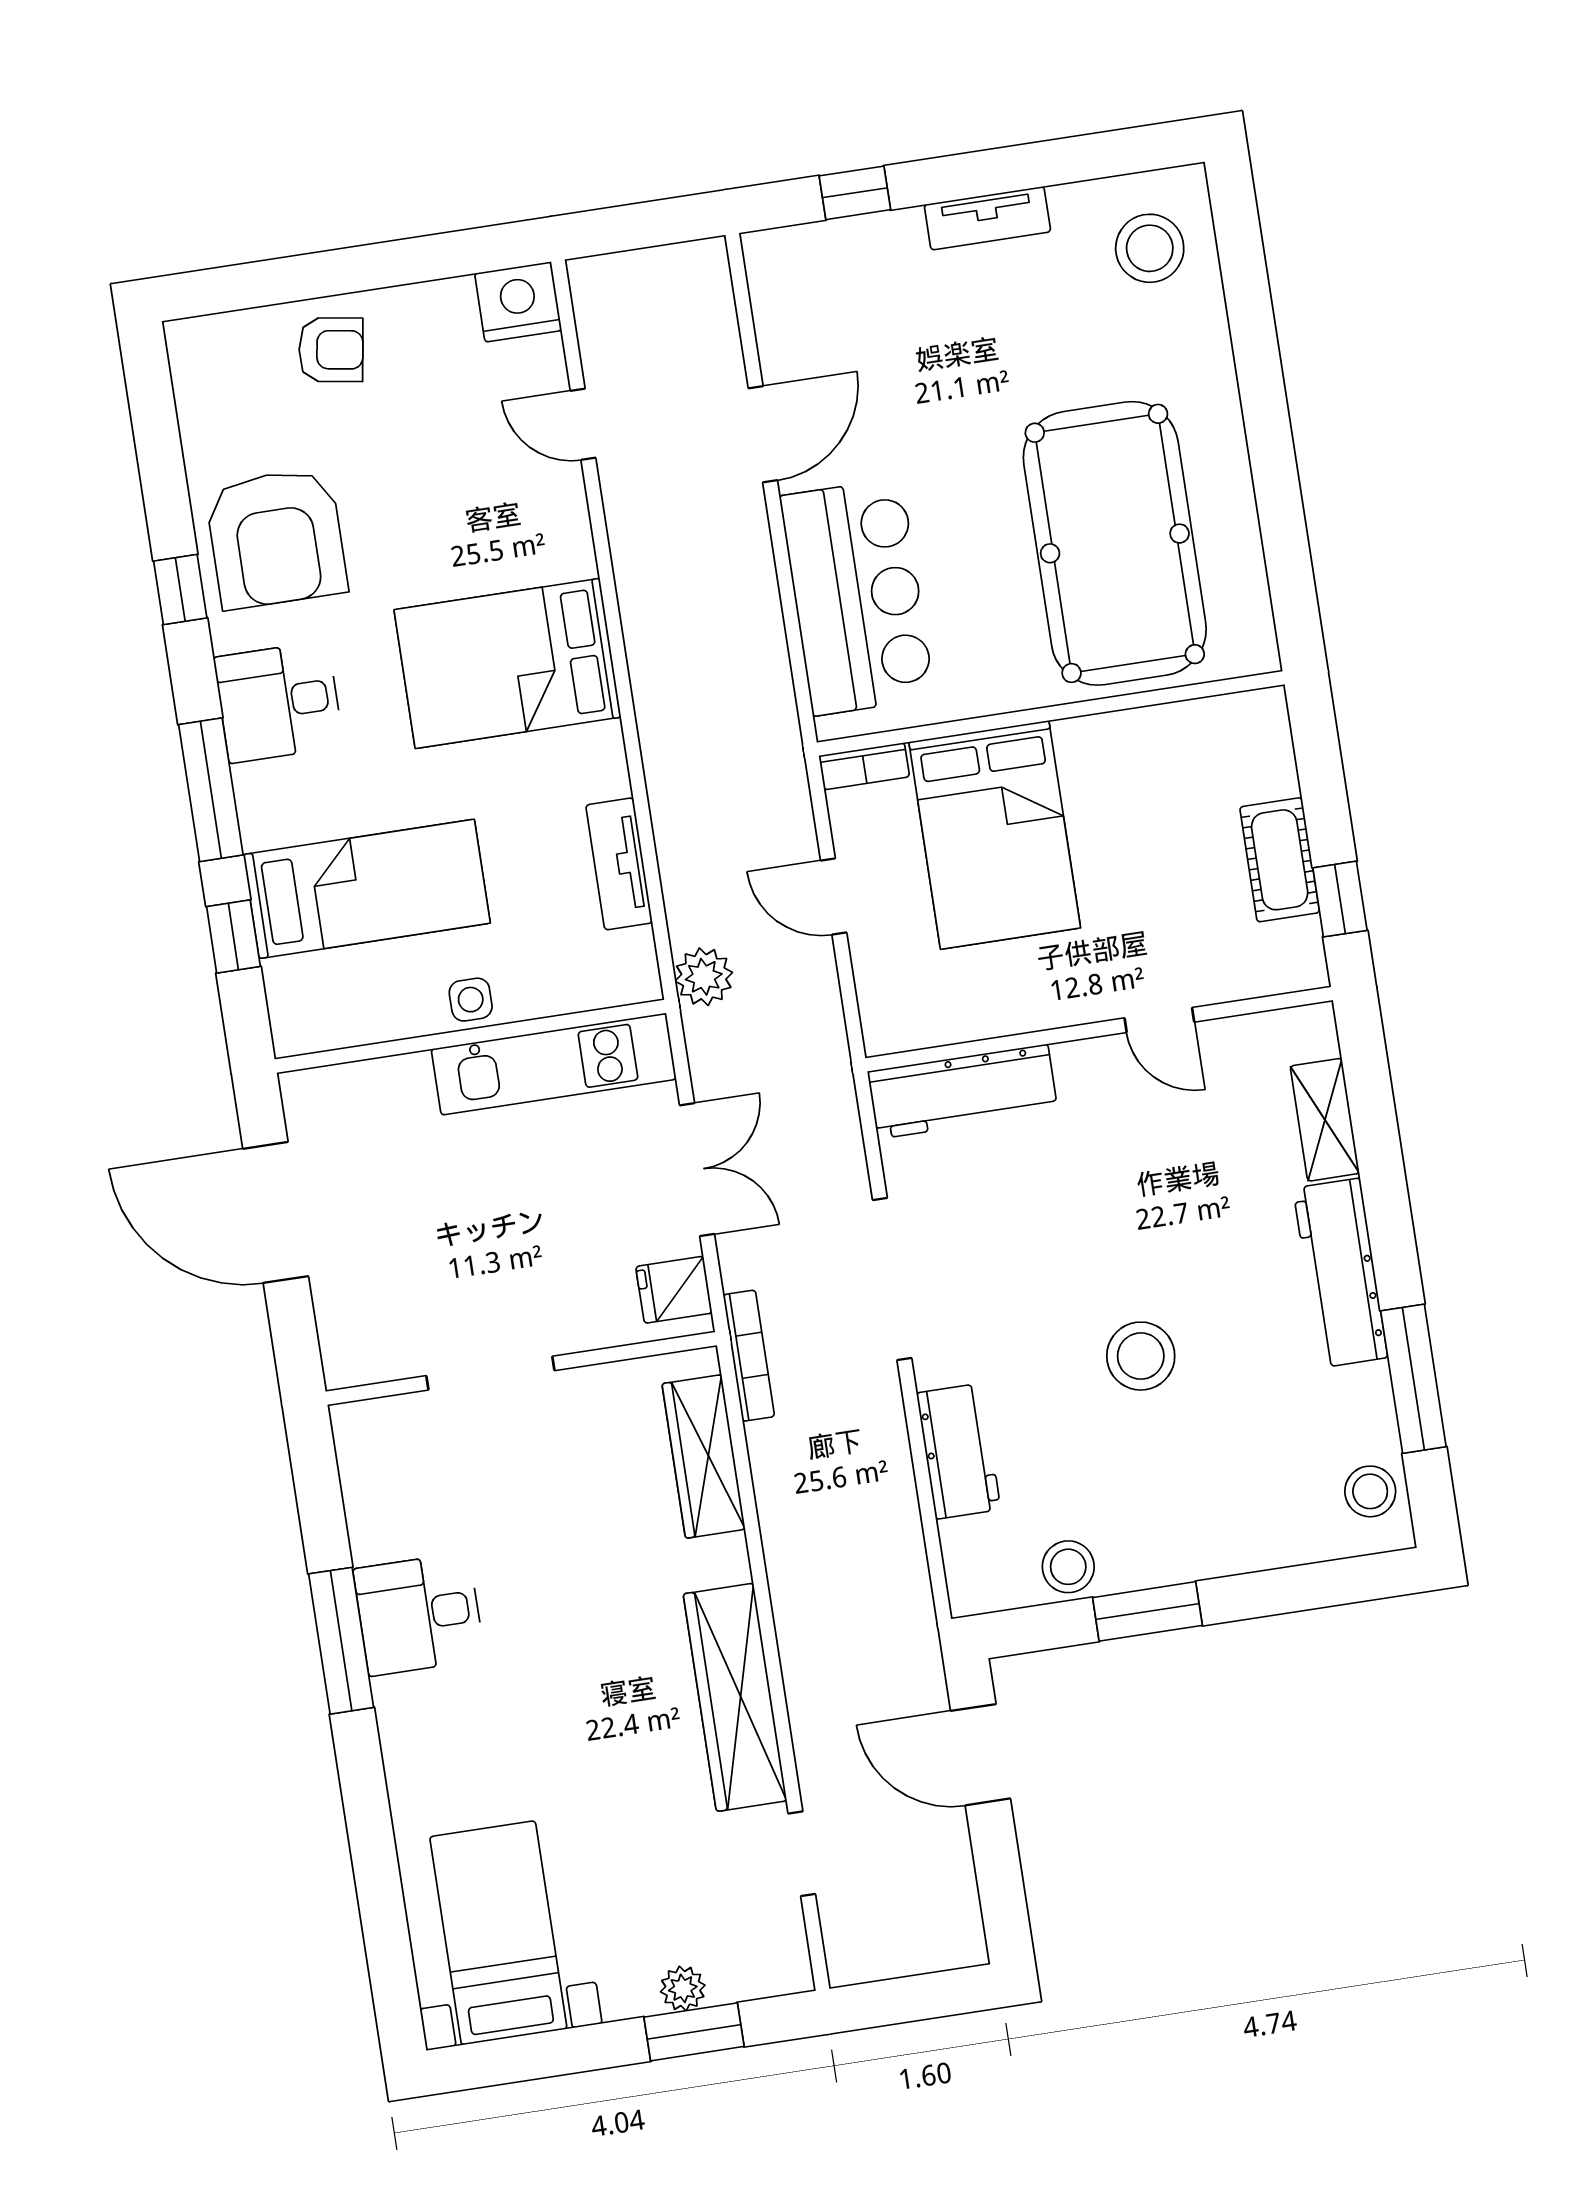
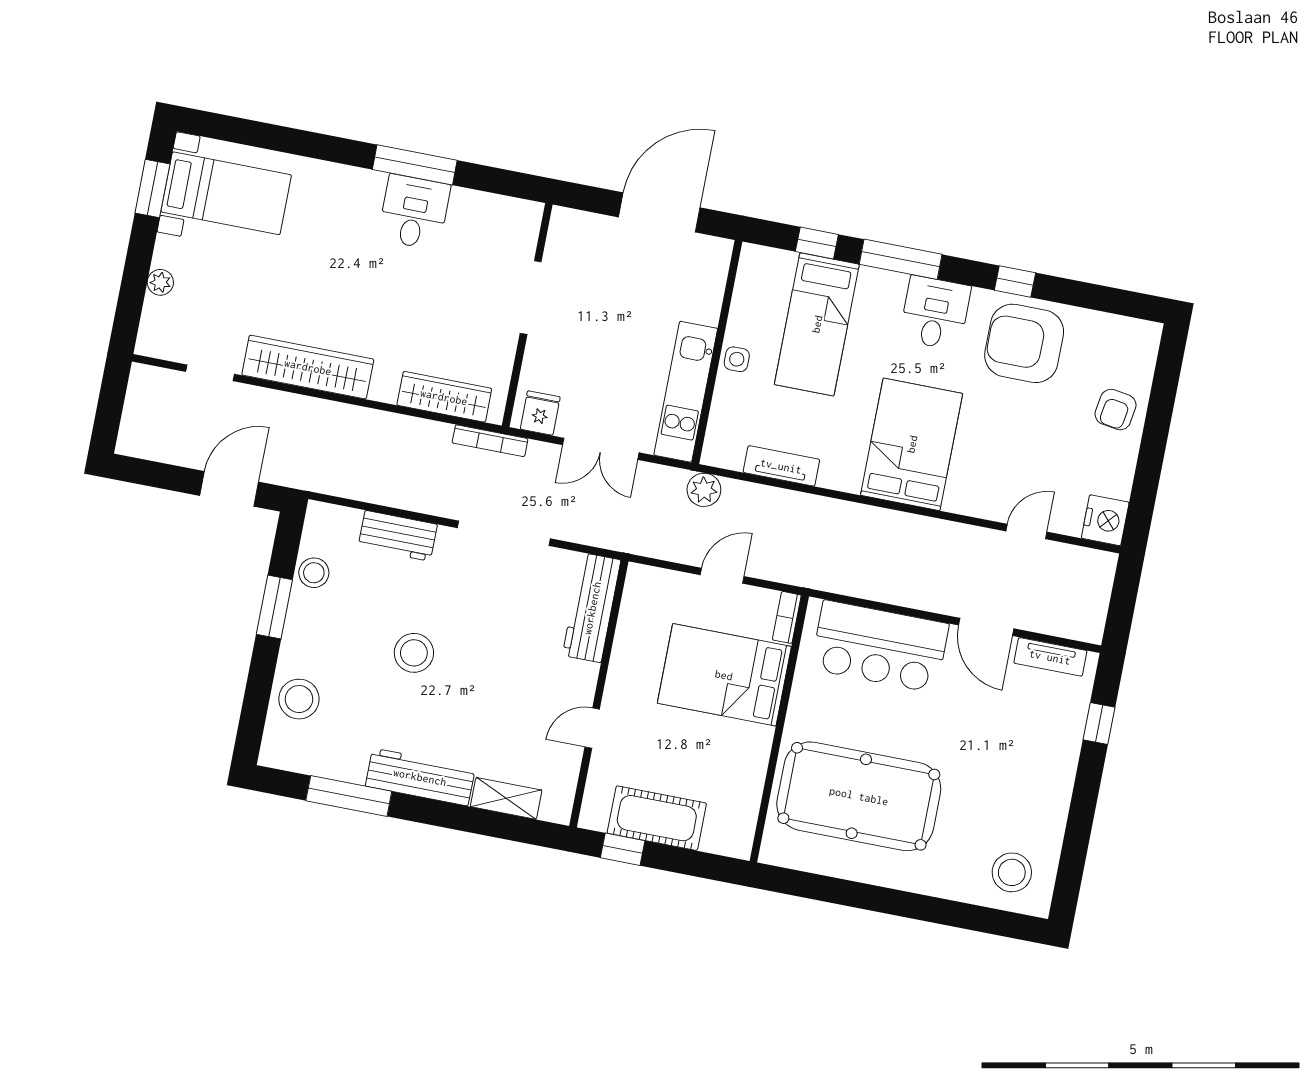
tv unit: (987, 218) -> (1050, 657), moved, turned -90
cot: (1280, 860) -> (657, 818), width x1.37, depth x1.34
stool: (1370, 1491) -> (299, 699), moved, width x1.38, depth x1.38
window: (694, 2032) -> (152, 189), moved

